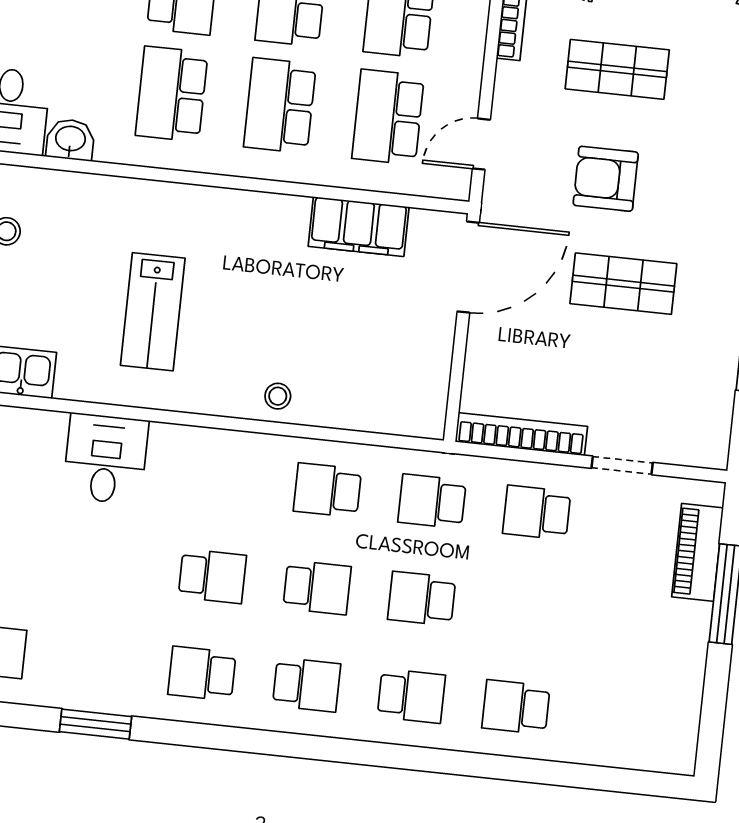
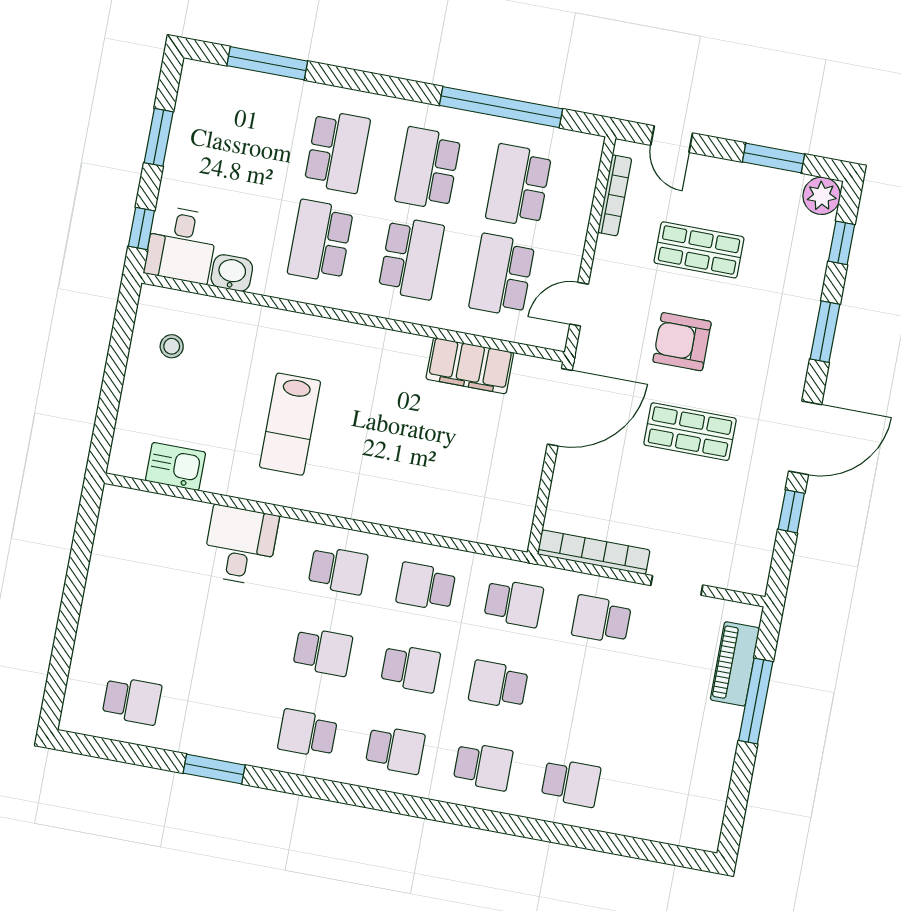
school desk: (280, 106) -> (411, 258), turned 180
stool: (278, 396) -> (390, 504), removed
school desk: (223, 479) -> (338, 570), added
school desk: (432, 501) -> (514, 603), turned 180
school desk: (516, 707) -> (571, 783), turned 180

